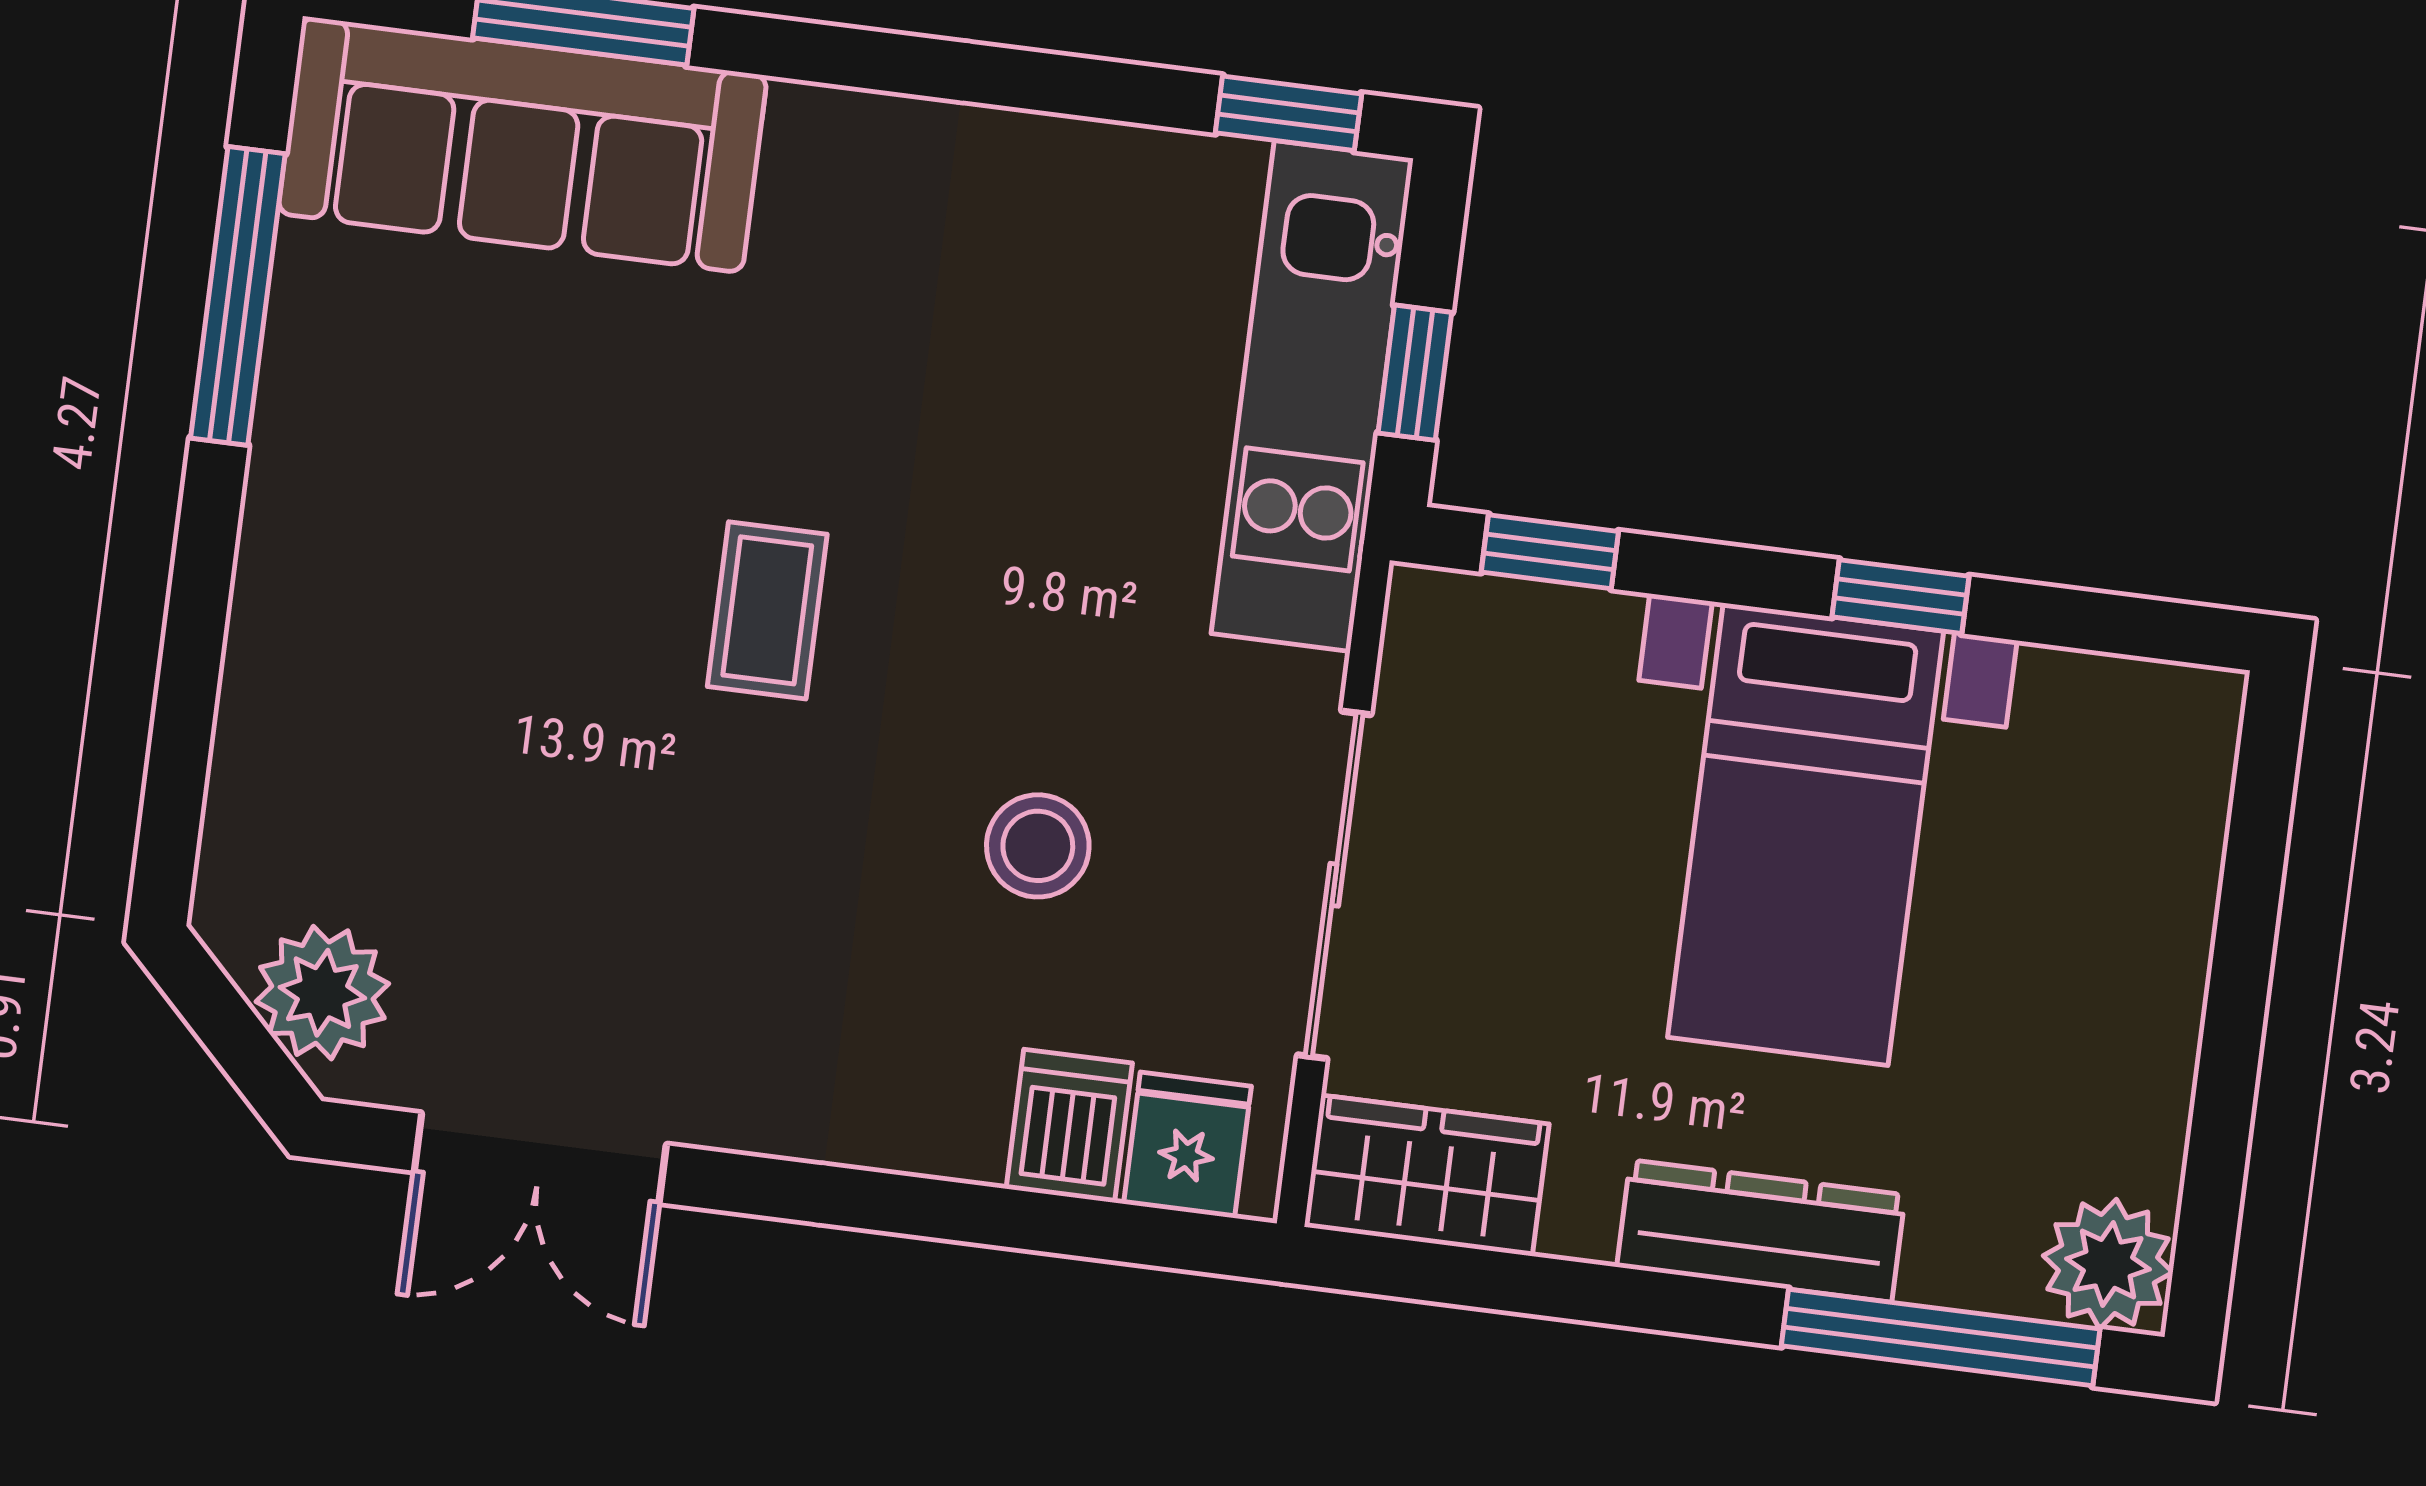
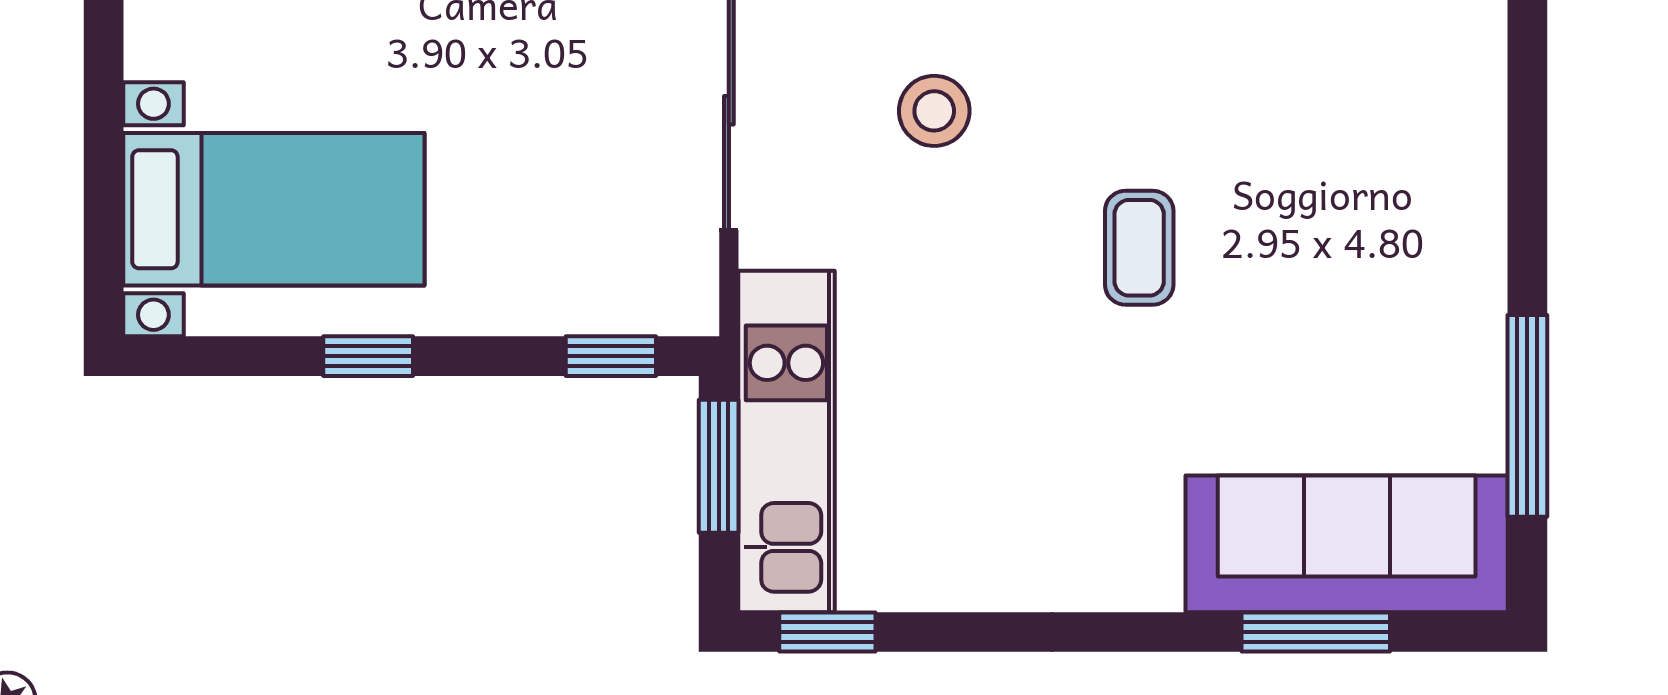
window: (1415, 373) -> (719, 466), width x1.50
bed with nightstands: (1806, 834) -> (274, 209), moved, turned 90

